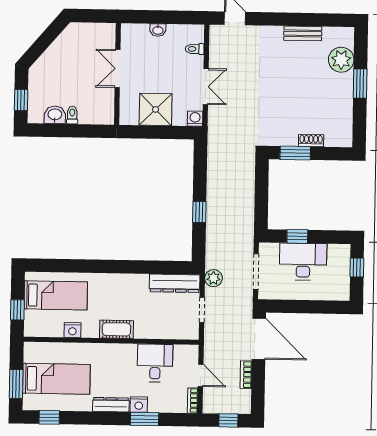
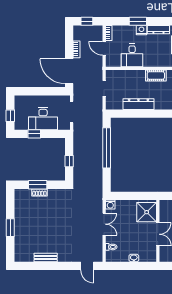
plant: (341, 60) -> (22, 242), removed
double door: (206, 86) -> (104, 224), swing flipped
shower: (156, 109) -> (147, 212), moved
window: (295, 153) -> (38, 185), moved
window: (261, 191) -> (69, 161), added
window: (199, 212) -> (107, 148), width x3.17
window: (297, 236) -> (34, 134), moved
plant: (214, 278) -> (97, 108), removed
dresser: (175, 283) -> (138, 104), moved

